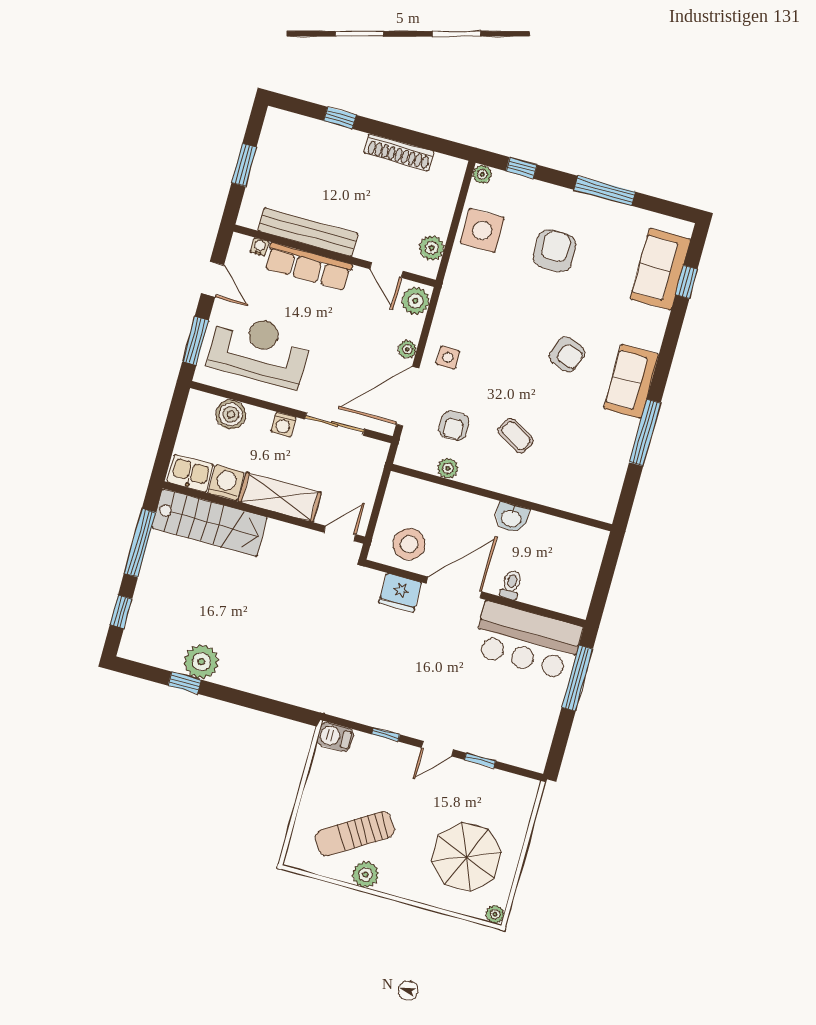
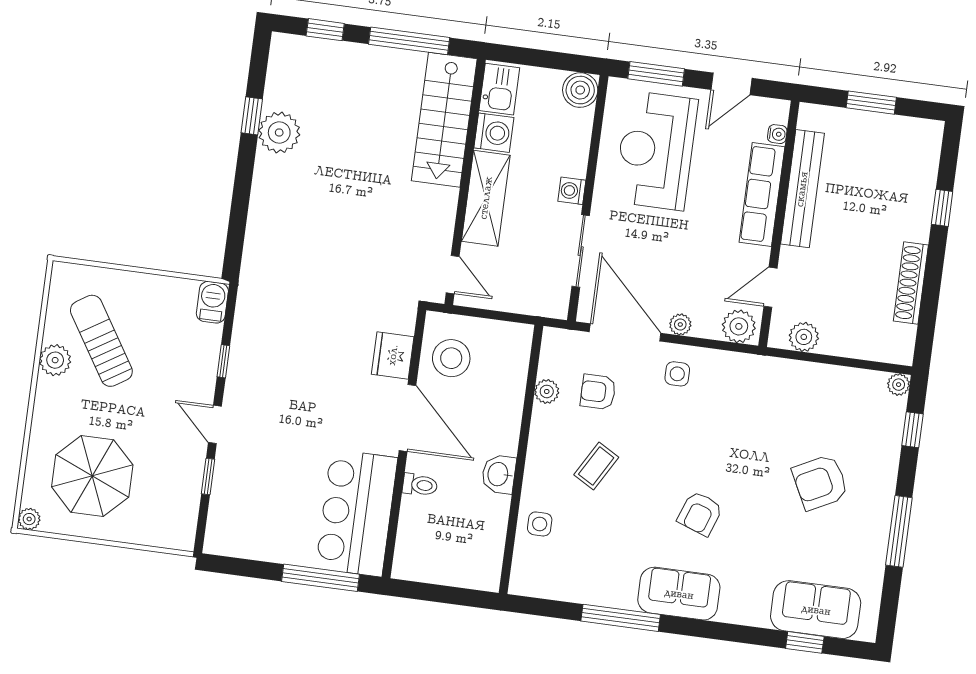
side table: (482, 230) -> (540, 524), moved, width x0.54, depth x0.54
armchair: (555, 251) -> (820, 482), turned 153
reception desk: (260, 350) -> (656, 151), turned 180
boiler: (231, 414) -> (580, 90), moved

